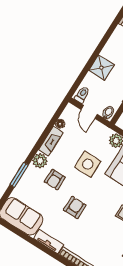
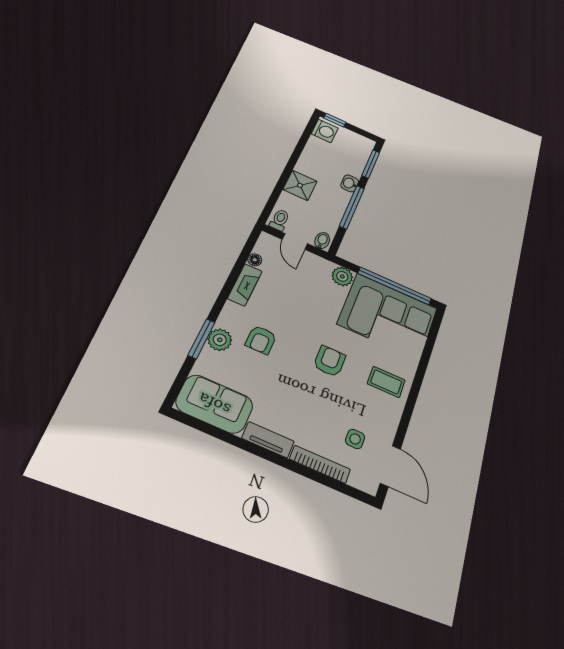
plant: (40, 161) -> (220, 340), moved
side table: (88, 164) -> (355, 439), moved, width x0.54, depth x0.54
armchair: (75, 208) -> (330, 361), moved

